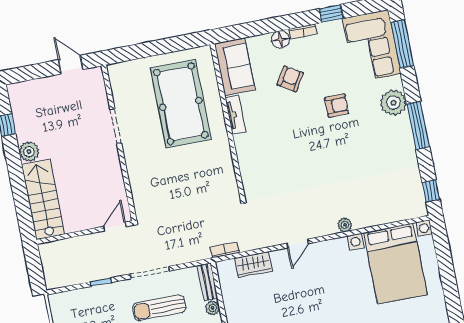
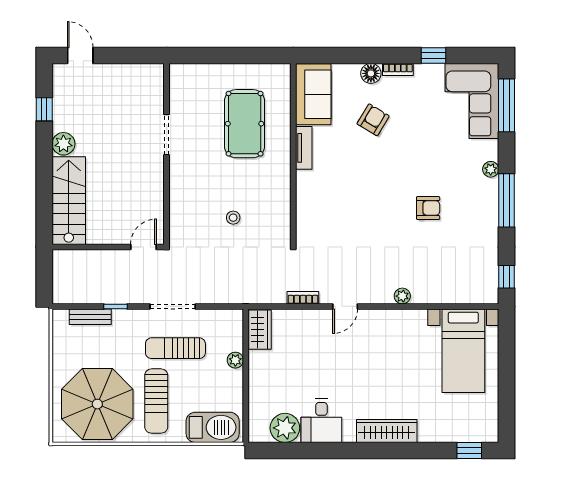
door: (71, 65) -> (80, 55), moved
plant: (393, 103) -> (491, 169), width x0.53, depth x0.53
pool table: (181, 104) -> (245, 124), width x0.73, depth x0.76
armchair: (337, 105) -> (428, 208), moved
stool: (187, 186) -> (233, 218), added
bookcase: (225, 250) -> (303, 298), moved
bed with nightstands: (395, 264) -> (463, 351), width x0.73
wardrobe: (253, 265) -> (260, 330), moved, turned -90
bench: (207, 282) -> (90, 317), moved, turned 90

